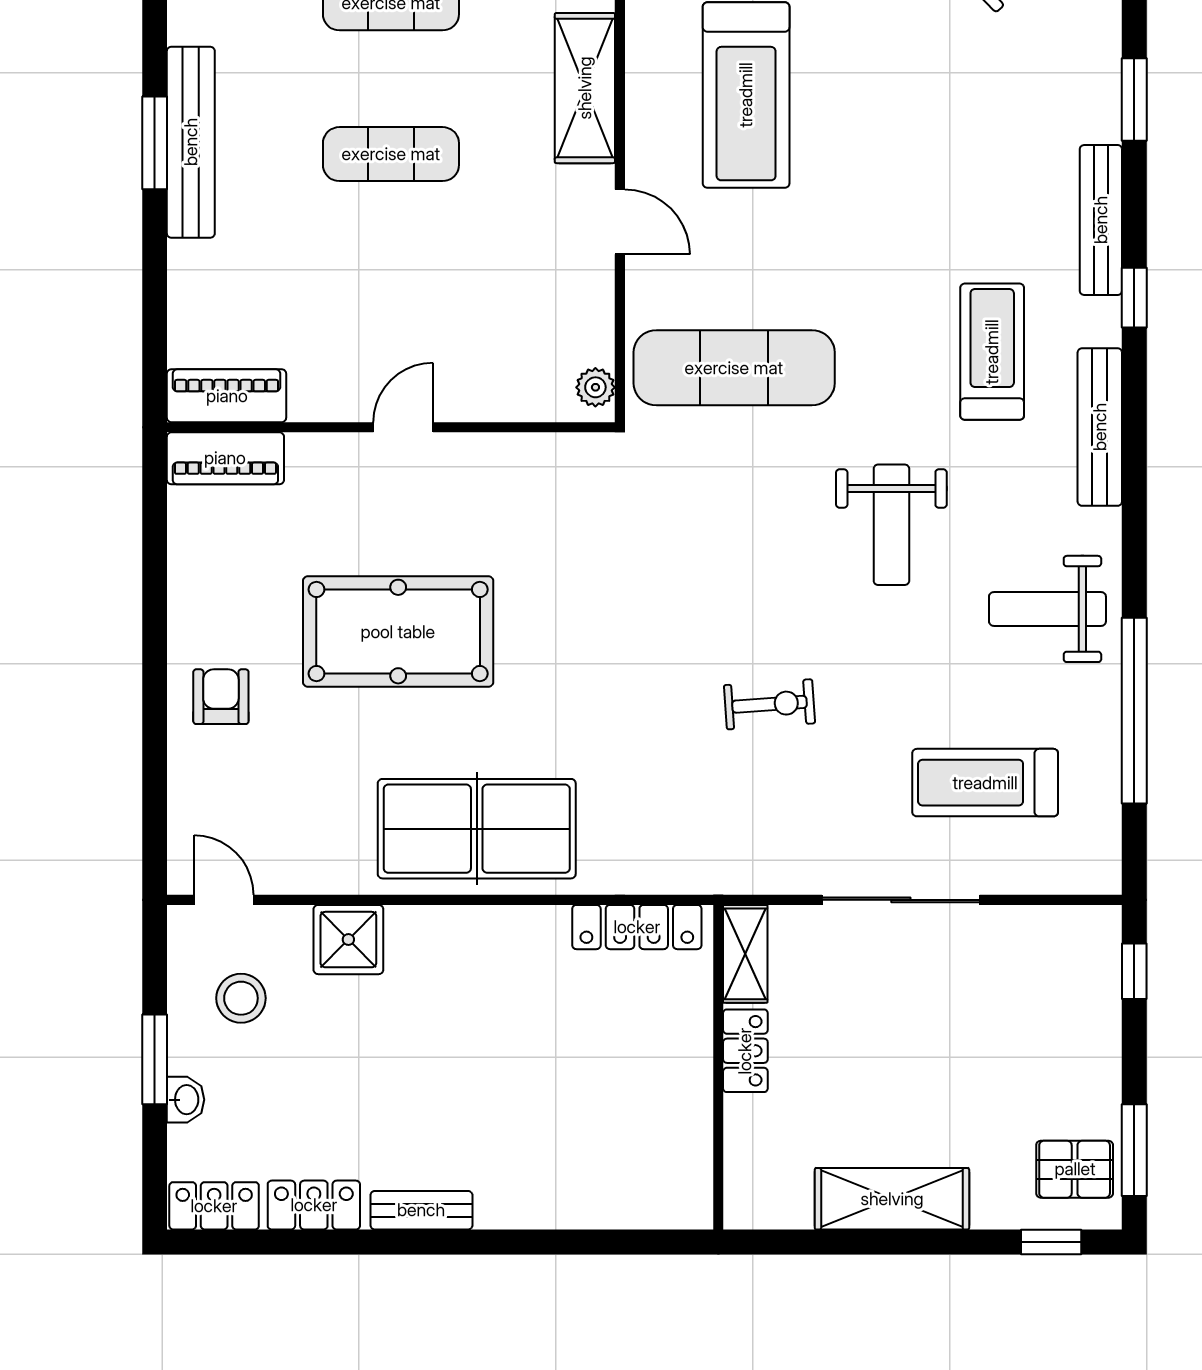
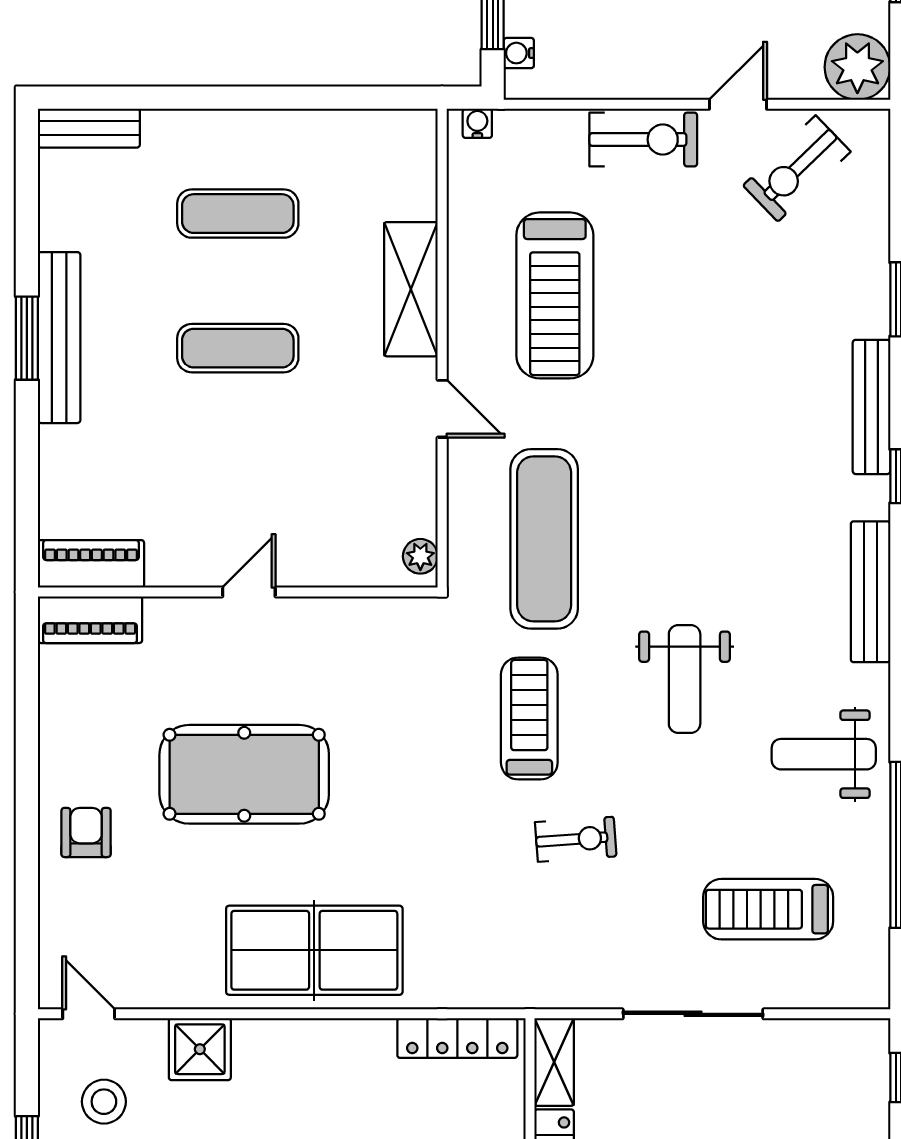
treadmill: (992, 352) -> (529, 718), moved
exercise mat: (734, 368) -> (544, 539), turned 90

